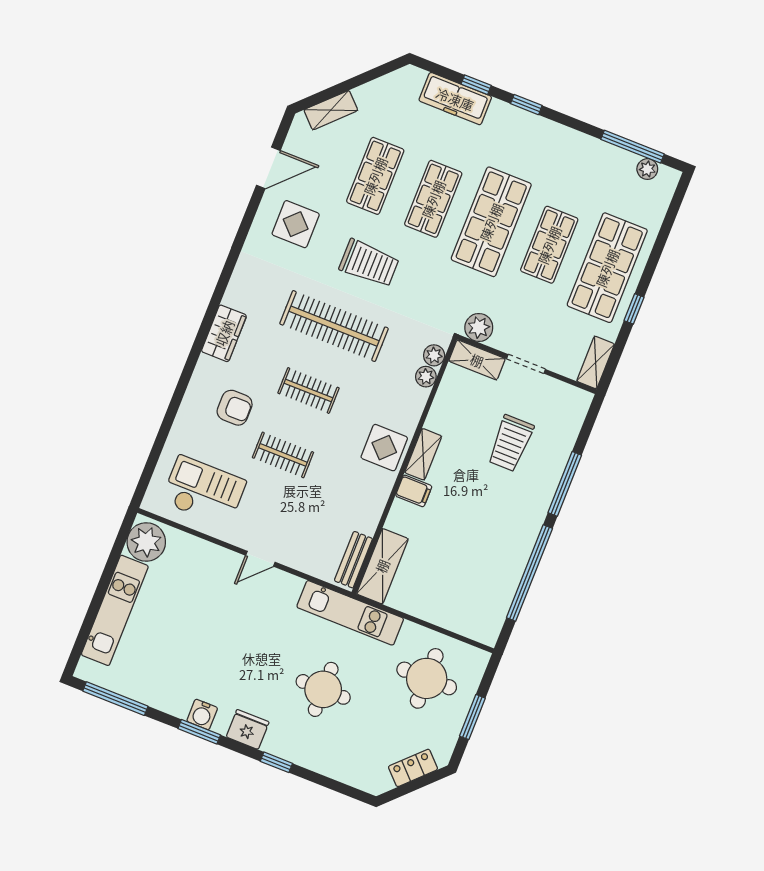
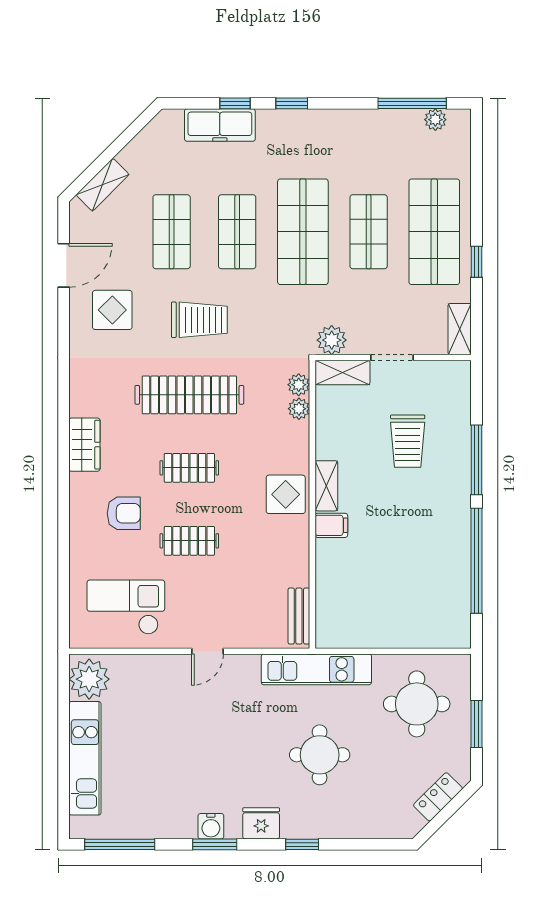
shelving: (382, 566) -> (330, 611), removed

